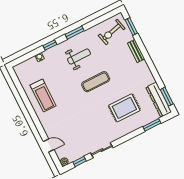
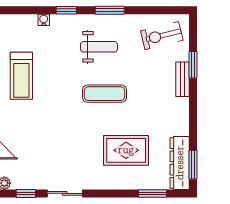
window: (131, 27) -> (193, 65), moved

